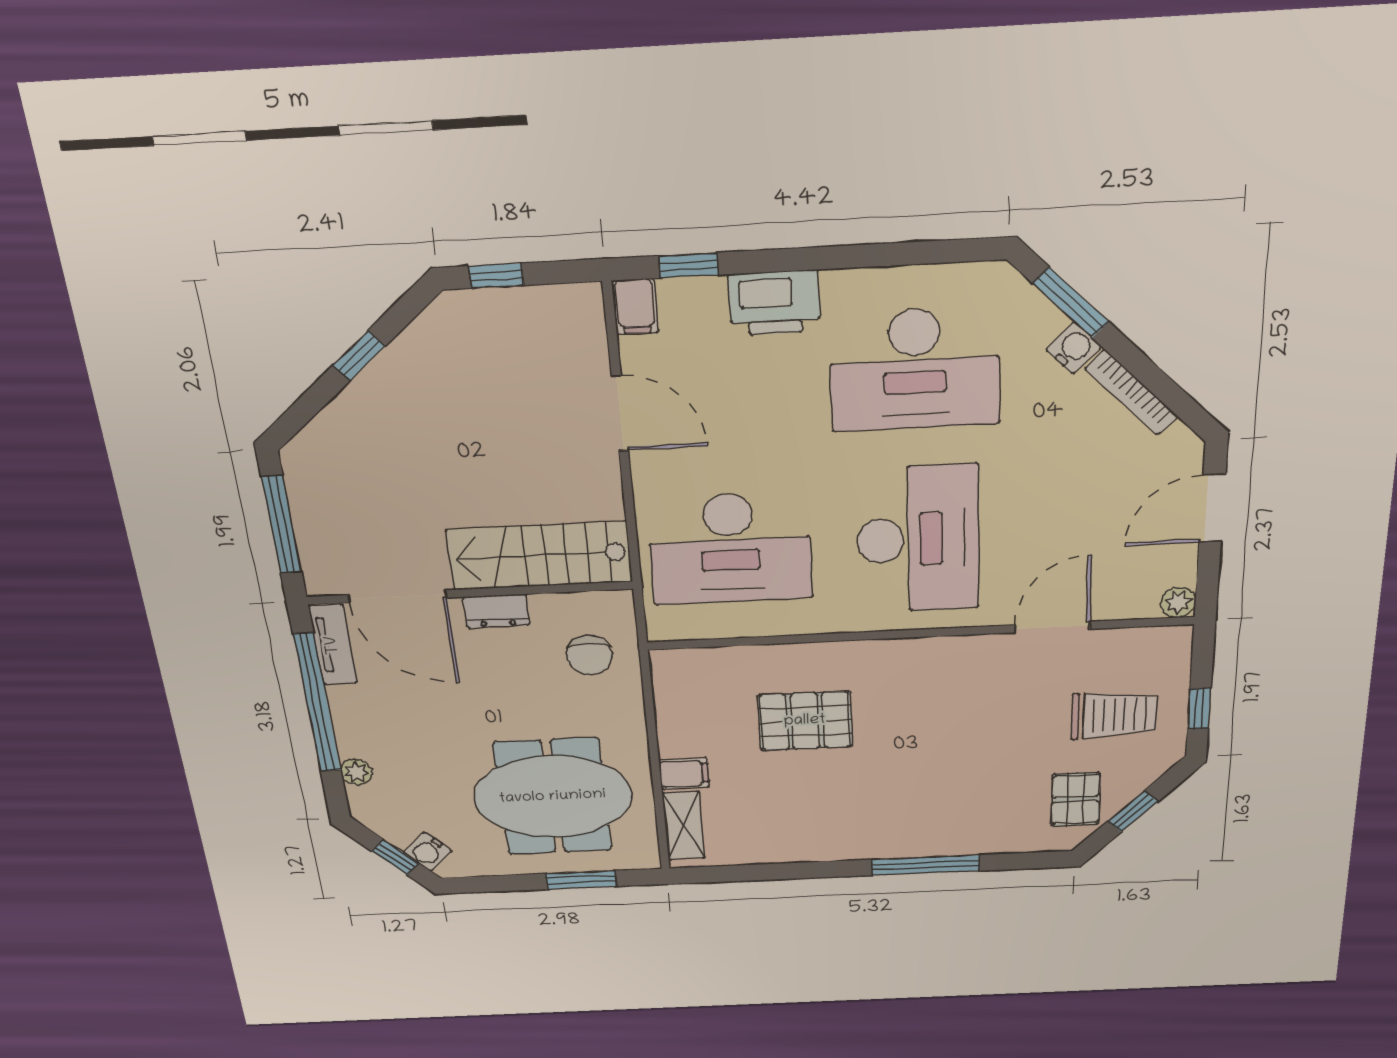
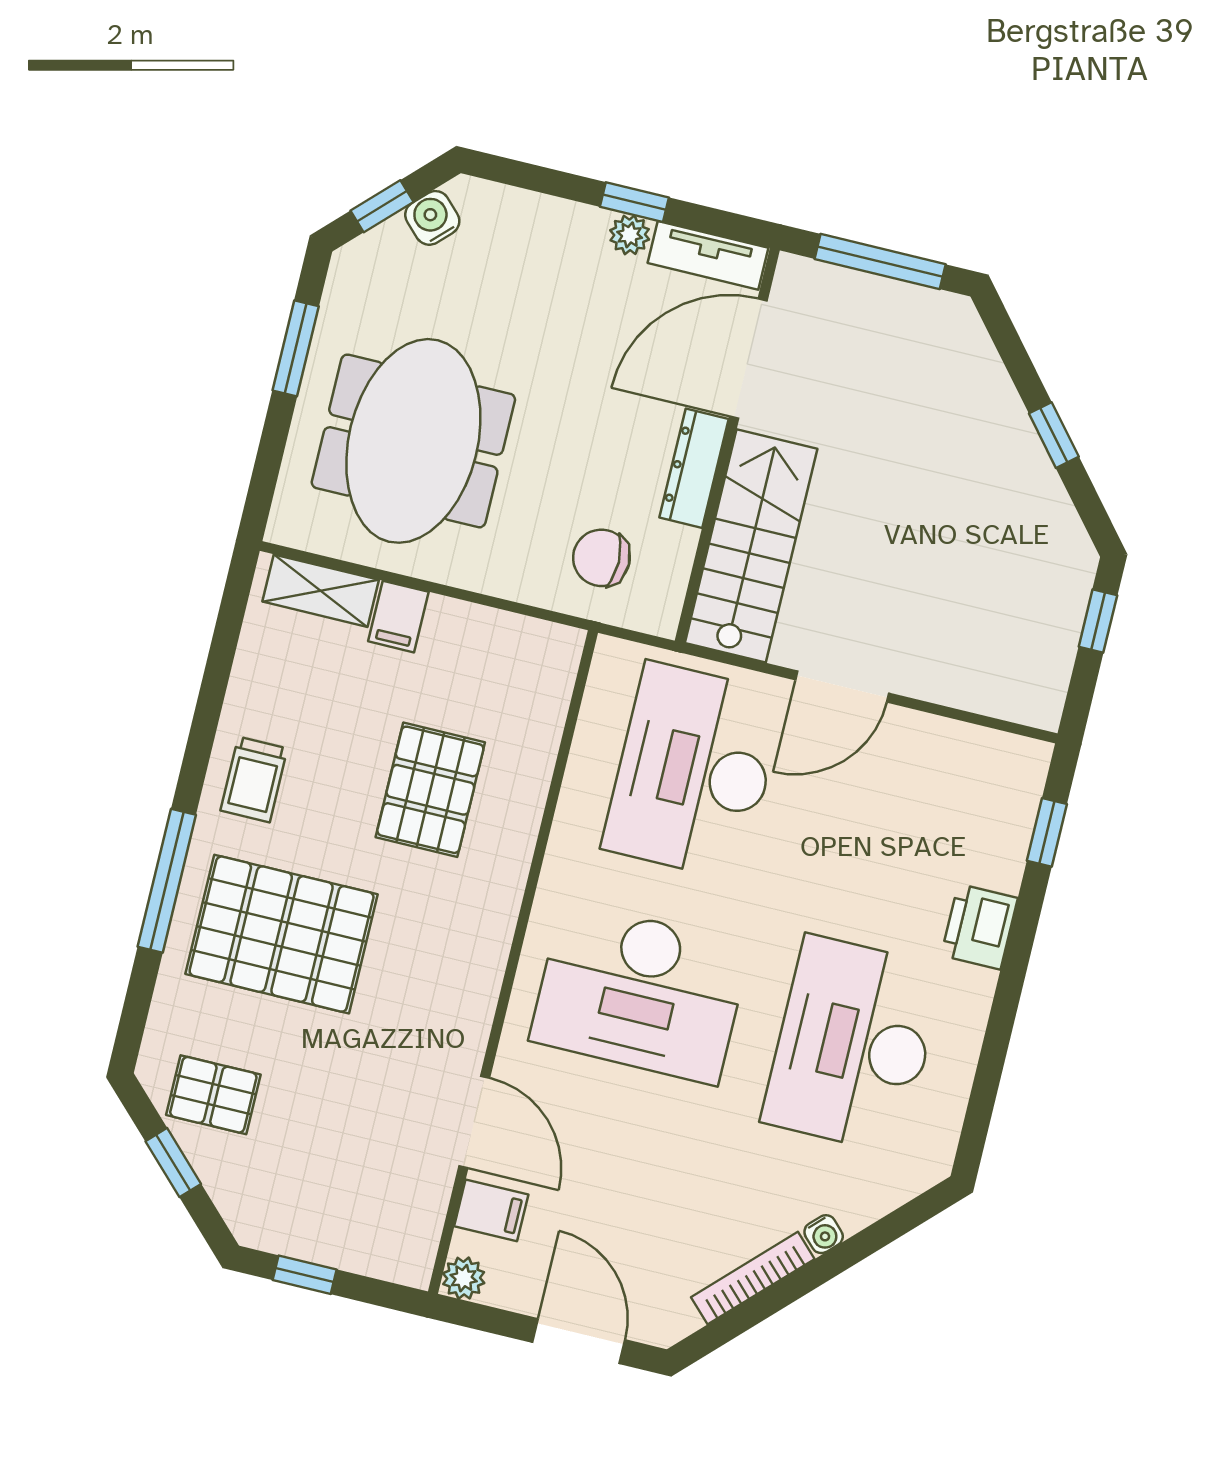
window: (1071, 302) -> (880, 1234), removed
printer: (774, 303) -> (979, 927), width x0.73, depth x0.84
filing cabinet: (635, 307) -> (491, 1210), moved, turned 180
water cooler: (1074, 348) -> (824, 1234), width x0.72, depth x0.72
door: (620, 413) -> (842, 686), moved
dresser: (496, 611) -> (694, 468), width x1.44
window: (317, 703) -> (634, 202), width x0.32
trolley: (1114, 715) -> (254, 780), moved, width x0.73, depth x0.72
plant: (356, 772) -> (630, 235), moved
pallet: (943, 787) -> (282, 934), added
water cooler: (428, 852) -> (432, 218), moved
window: (581, 880) -> (296, 348), moved

